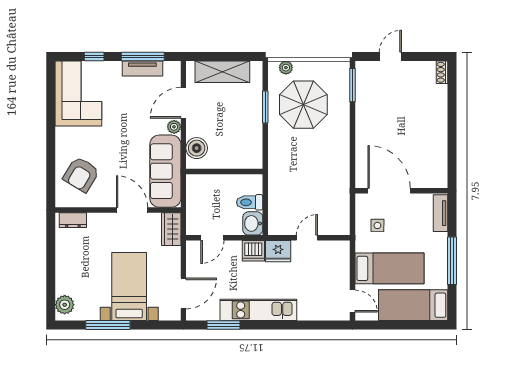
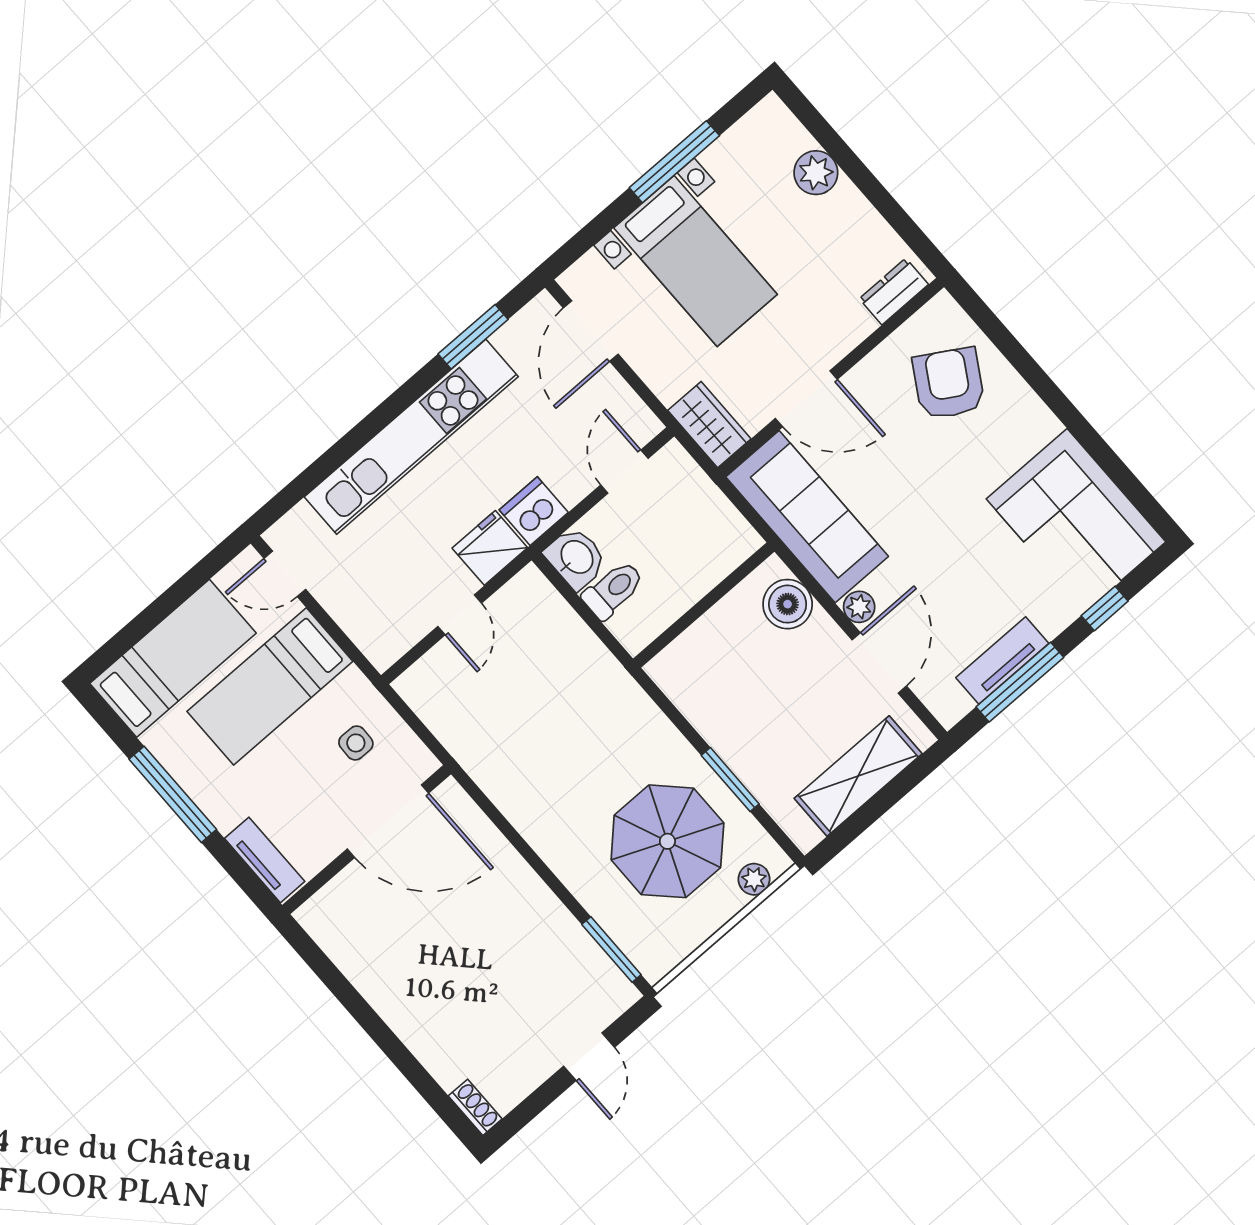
plant: (65, 305) -> (816, 173), moved
kitchen unit: (258, 310) -> (411, 437), width x1.36

